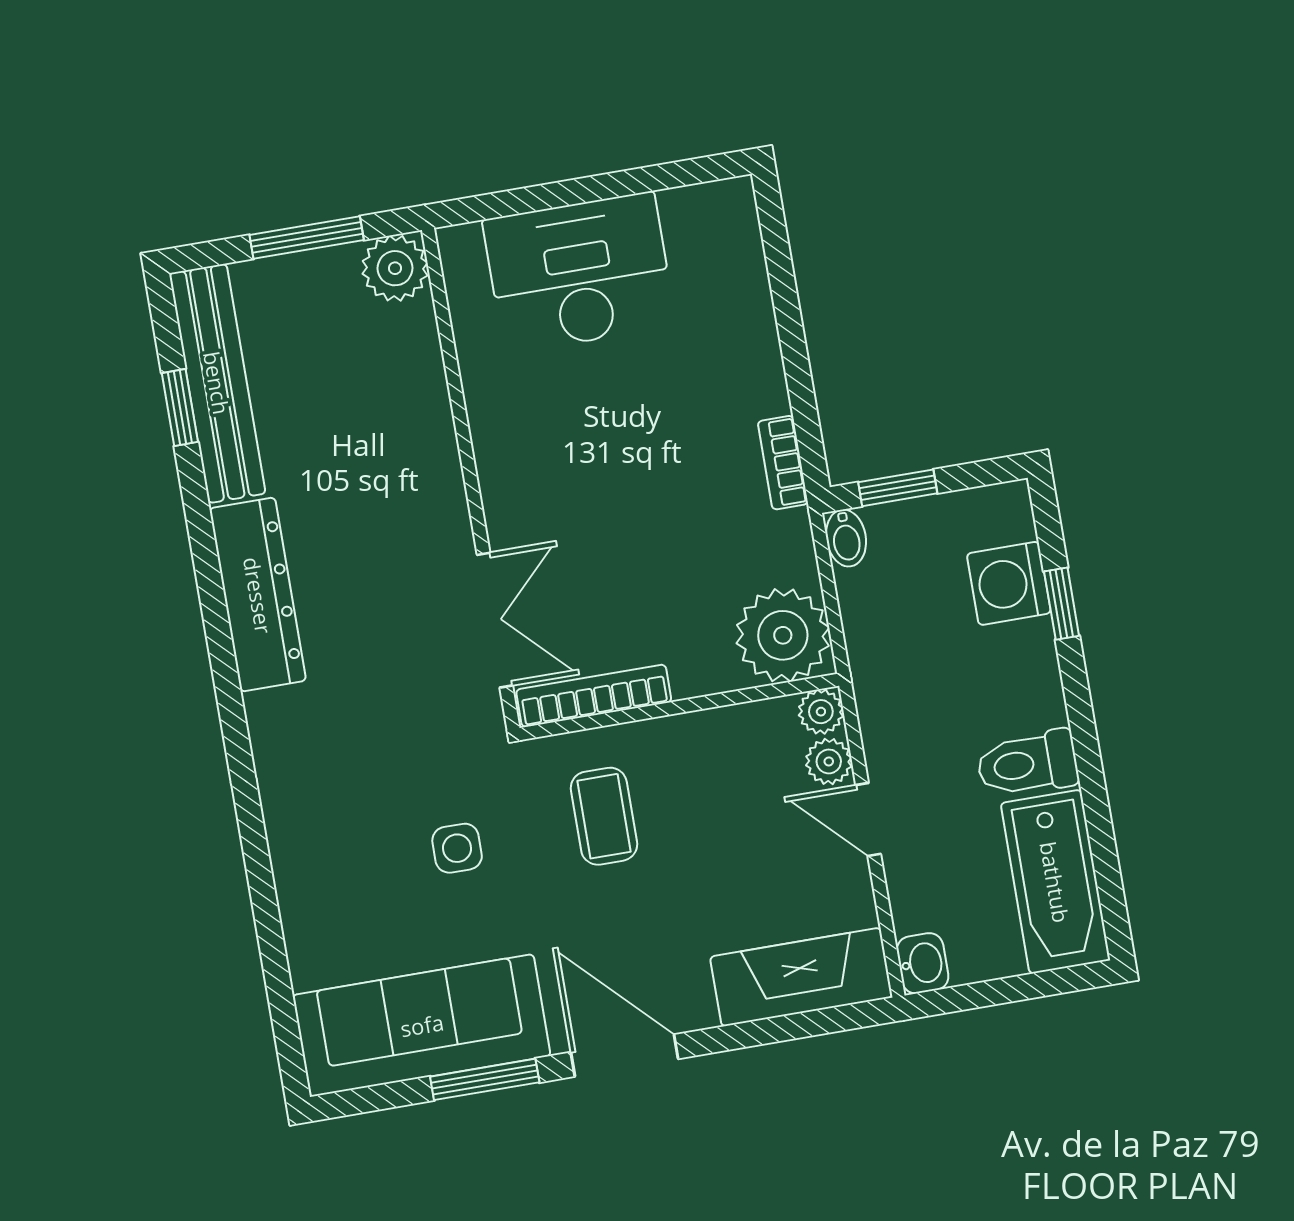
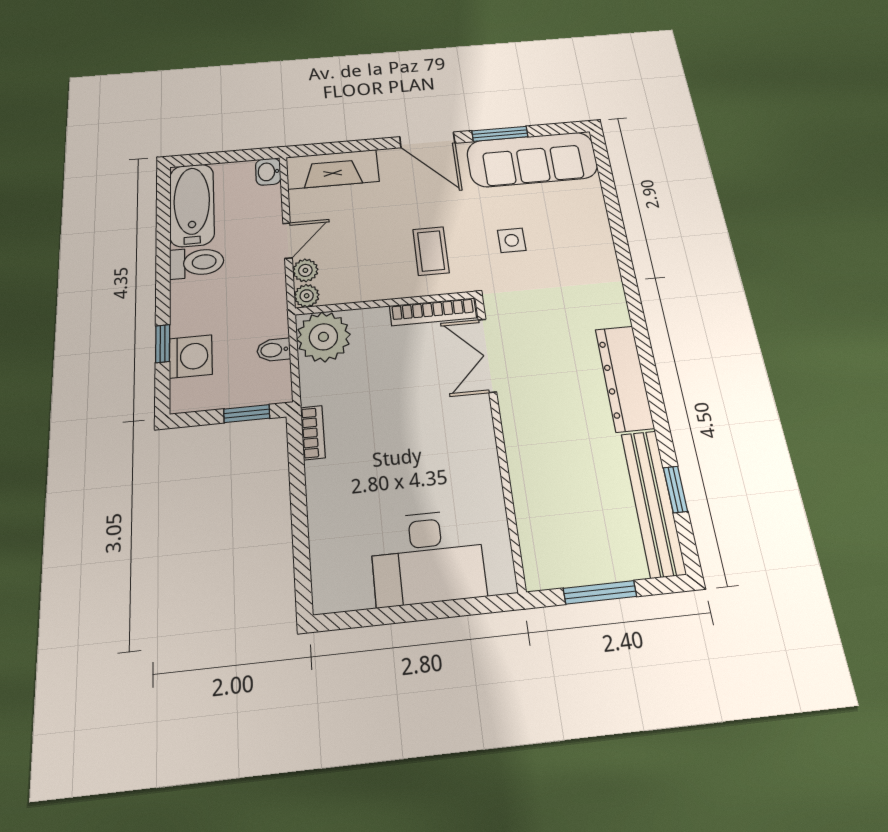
plant: (395, 268) -> (543, 568), removed
bidet: (846, 538) -> (274, 350), moved, turned -90
door: (868, 819) -> (288, 241), hinge flipped

